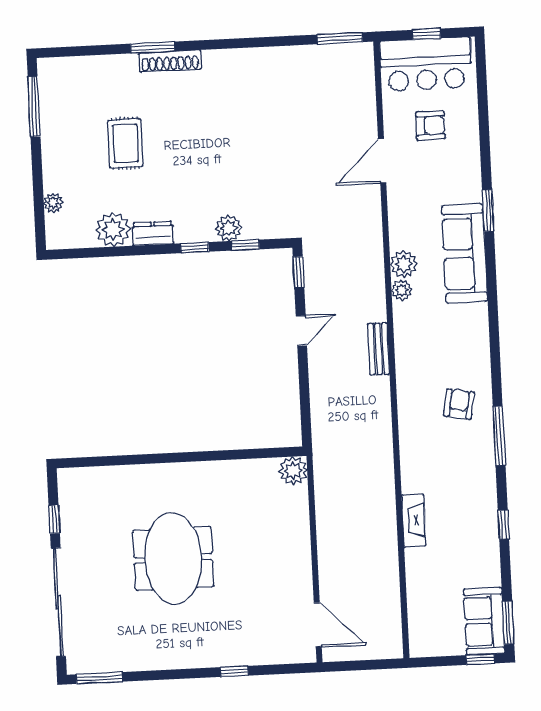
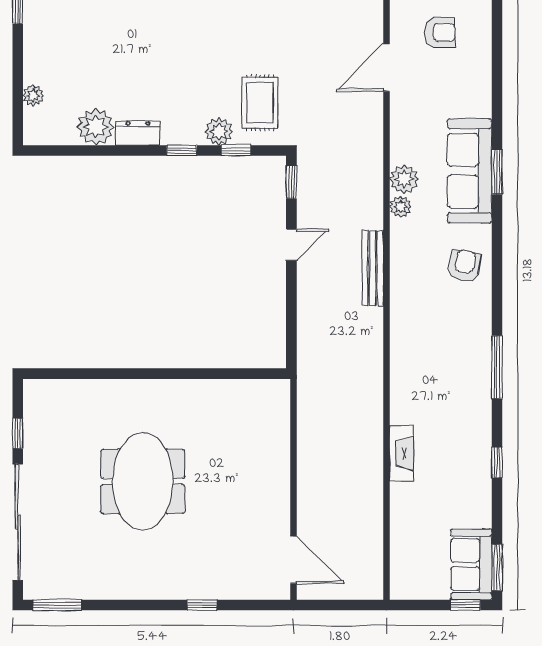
rug: (125, 143) -> (260, 103), moved
window: (488, 210) -> (497, 172), moved
bench: (379, 349) -> (373, 268), width x1.36
armchair: (459, 404) -> (464, 266), moved
plant: (293, 471) -> (275, 394), removed

